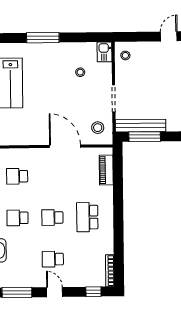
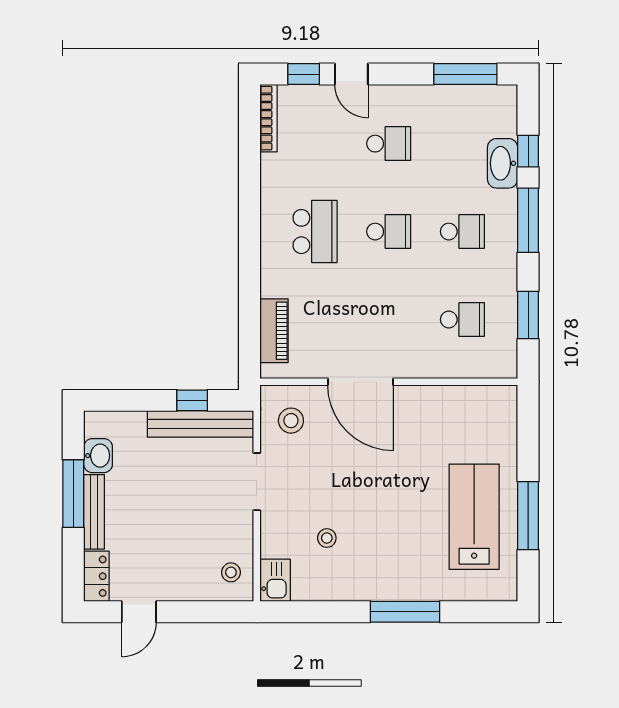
window: (145, 137) -> (192, 400), width x0.46
door: (55, 292) -> (351, 74), moved

